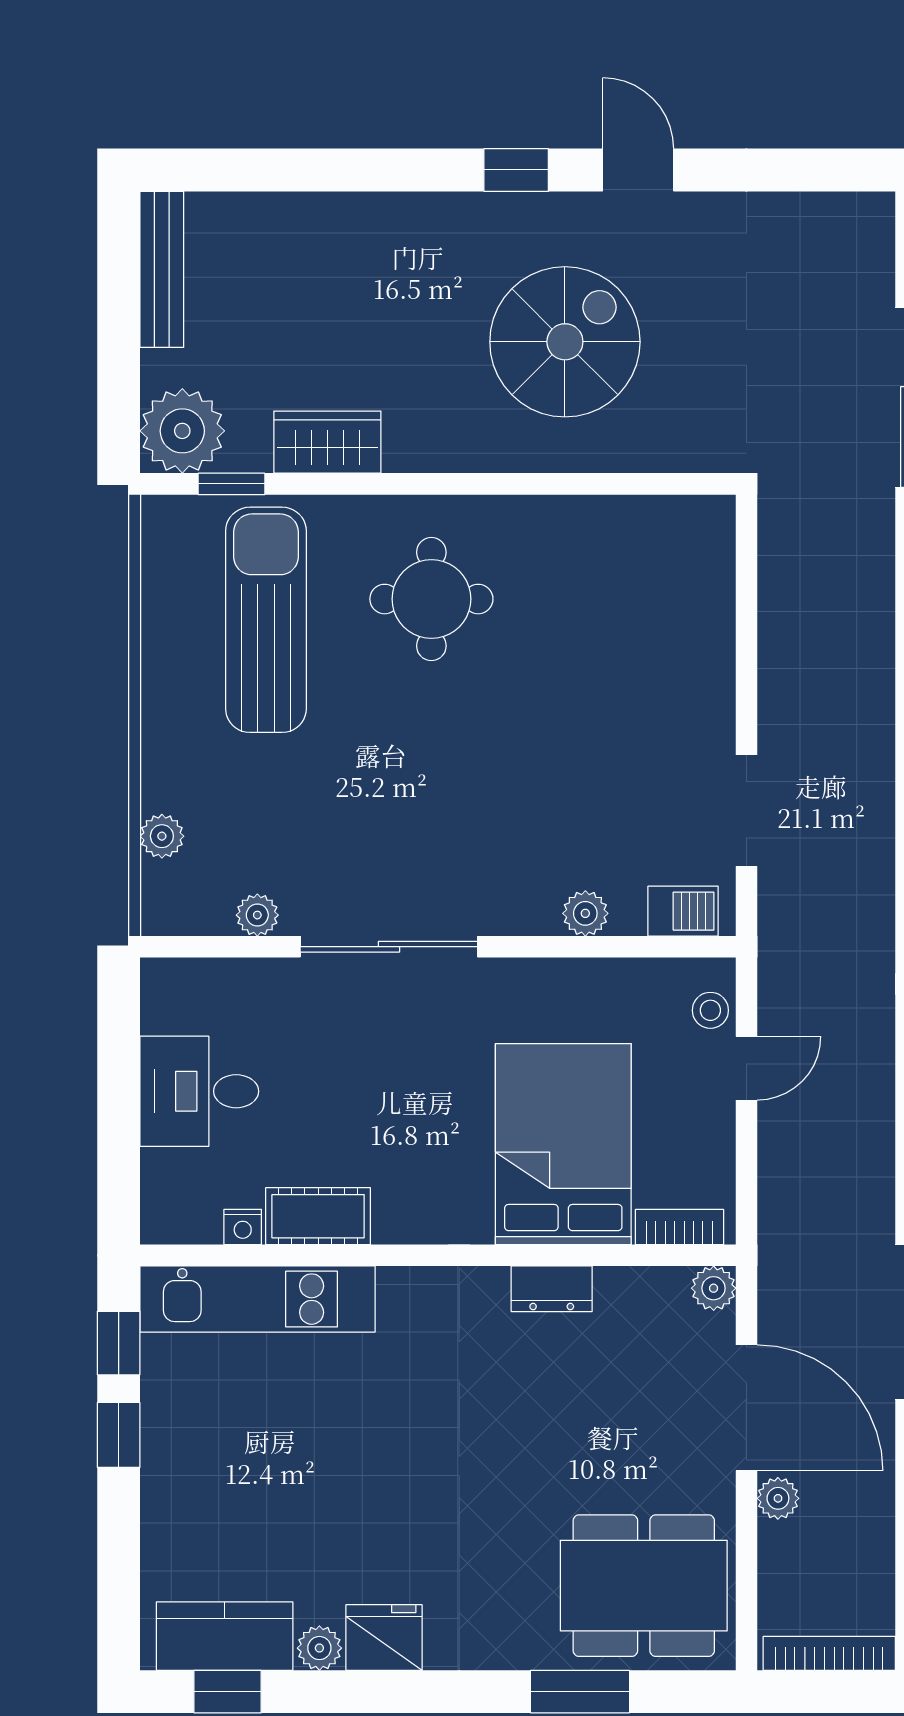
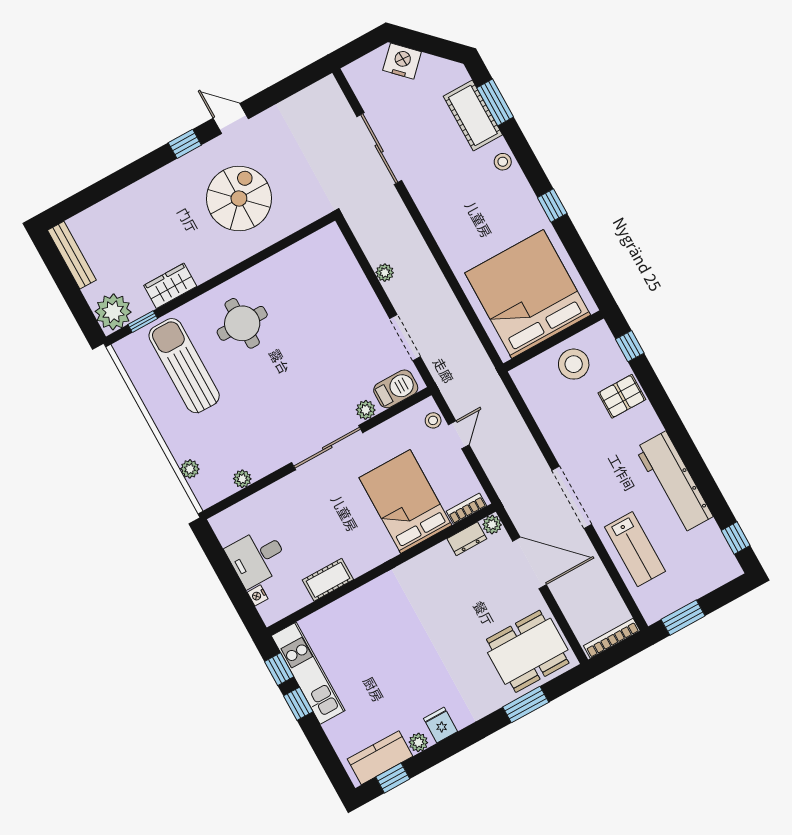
barbecue: (683, 911) -> (396, 389), width x1.38, depth x1.27
sliding door: (389, 947) -> (327, 448), moved
nightstand: (243, 1227) -> (258, 595), moved, turned 90
dresser: (552, 1289) -> (467, 539), moved
kitchen unit: (258, 1299) -> (308, 673), moved, turned -90
plant: (778, 1498) -> (385, 273), moved
fridge: (384, 1637) -> (441, 725), width x0.72

